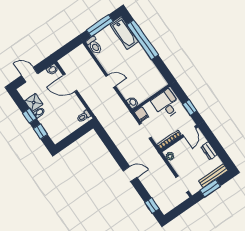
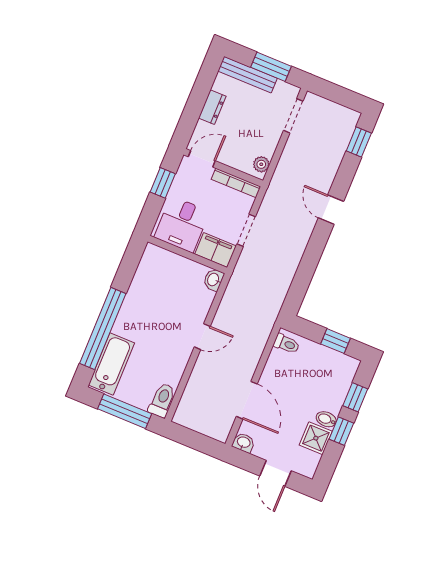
door: (111, 81) -> (202, 337), swing flipped
filing cabinet: (141, 114) -> (215, 250), width x2.00
window: (71, 139) -> (335, 341), added

